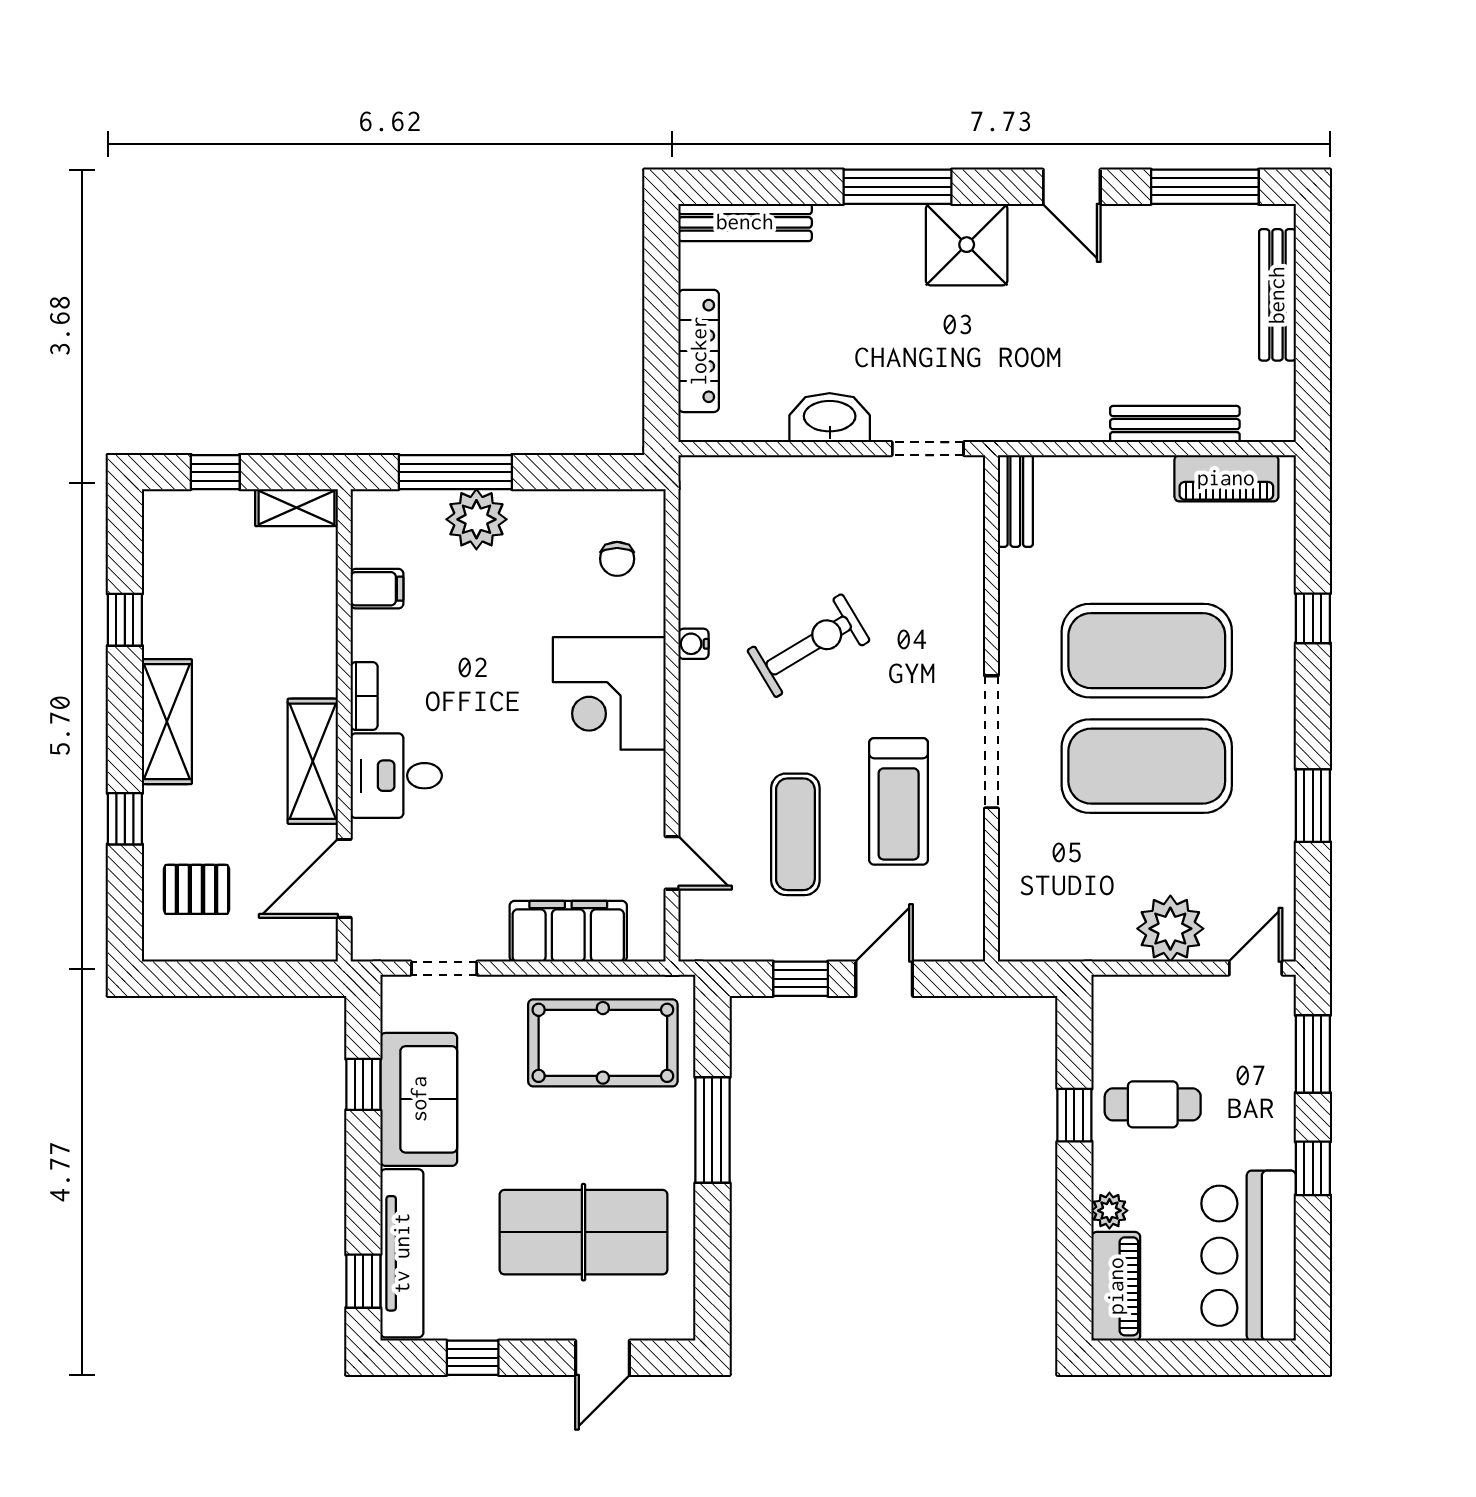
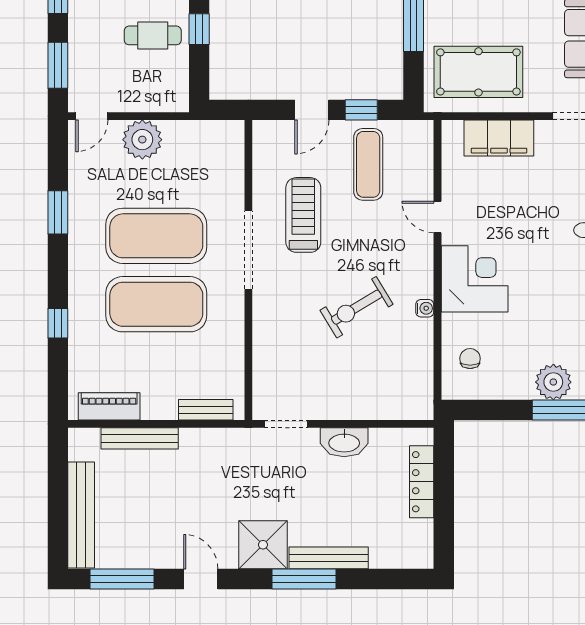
bench: (745, 222) -> (329, 558), moved
bench: (1277, 295) -> (81, 515), width x1.37, depth x1.21
bench: (1015, 501) -> (206, 410), moved, turned 90
exercise mat: (795, 834) -> (368, 164), moved
door: (672, 863) -> (437, 217), moved

